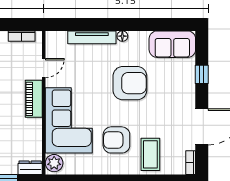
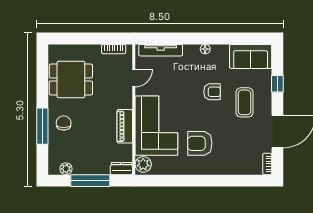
tv unit: (92, 37) -> (161, 50), moved
armchair: (130, 83) -> (212, 92), width x0.53, depth x0.53
piano: (34, 99) -> (125, 126), moved
coffee table: (150, 154) -> (244, 102), moved

